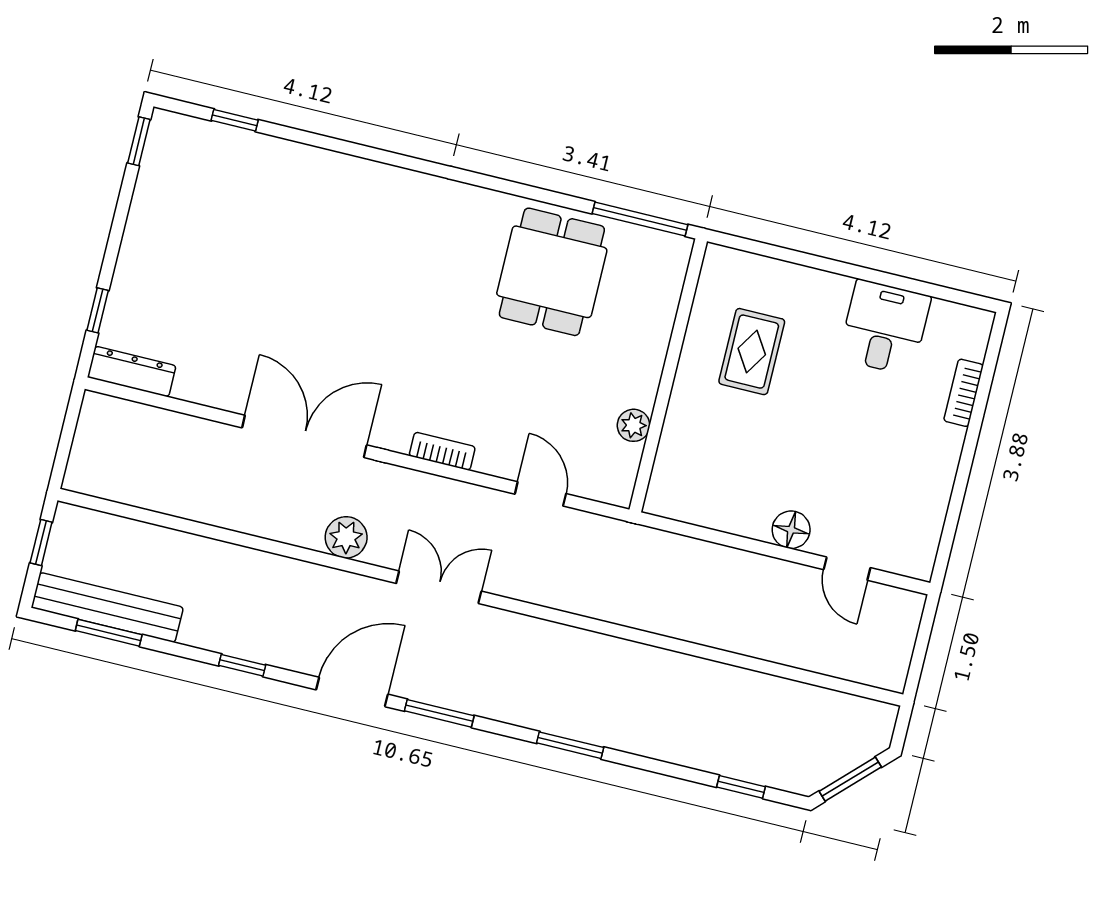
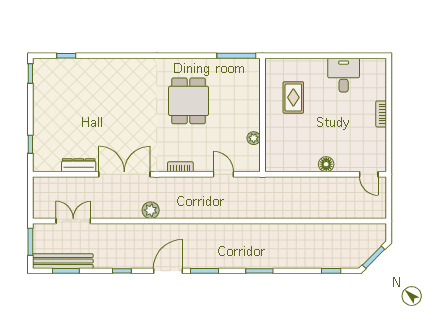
dining table: (552, 272) -> (189, 101), moved
dresser: (132, 372) -> (79, 165), moved
bookcase: (964, 393) -> (381, 114), moved
window: (41, 543) -> (30, 242), width x1.50
door: (847, 569) -> (369, 174), moved
double door: (439, 587) -> (73, 221), moved

